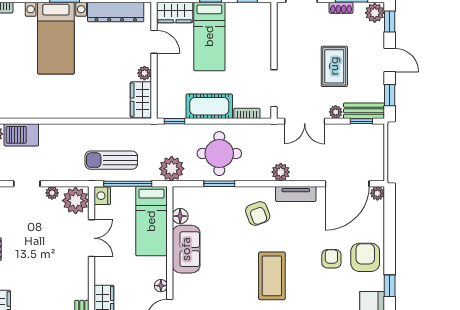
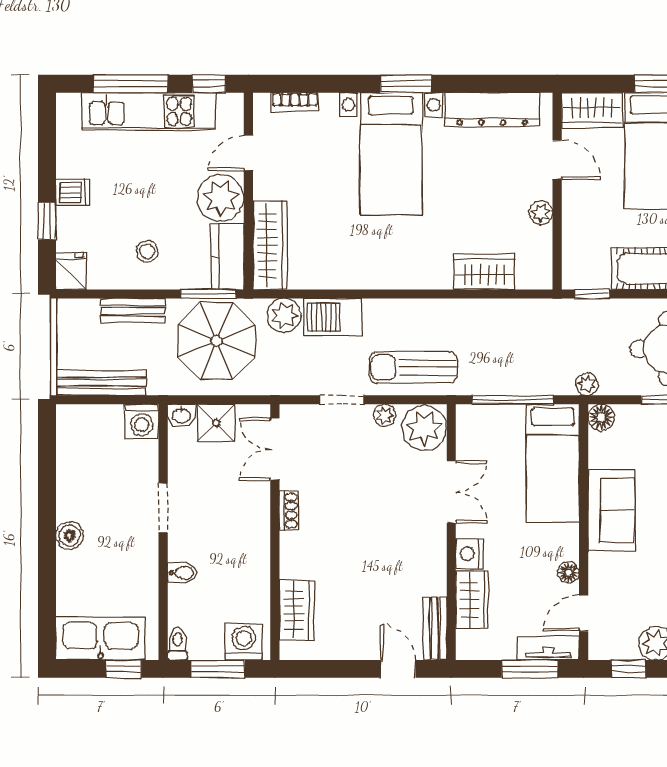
wardrobe: (141, 100) -> (484, 272), moved, turned 90
sun lounger: (111, 160) -> (413, 367), moved
plant: (172, 169) -> (587, 384), width x0.53, depth x0.53
nightstand: (102, 196) -> (470, 554), moved
floor lamp: (180, 216) -> (601, 417), moved

